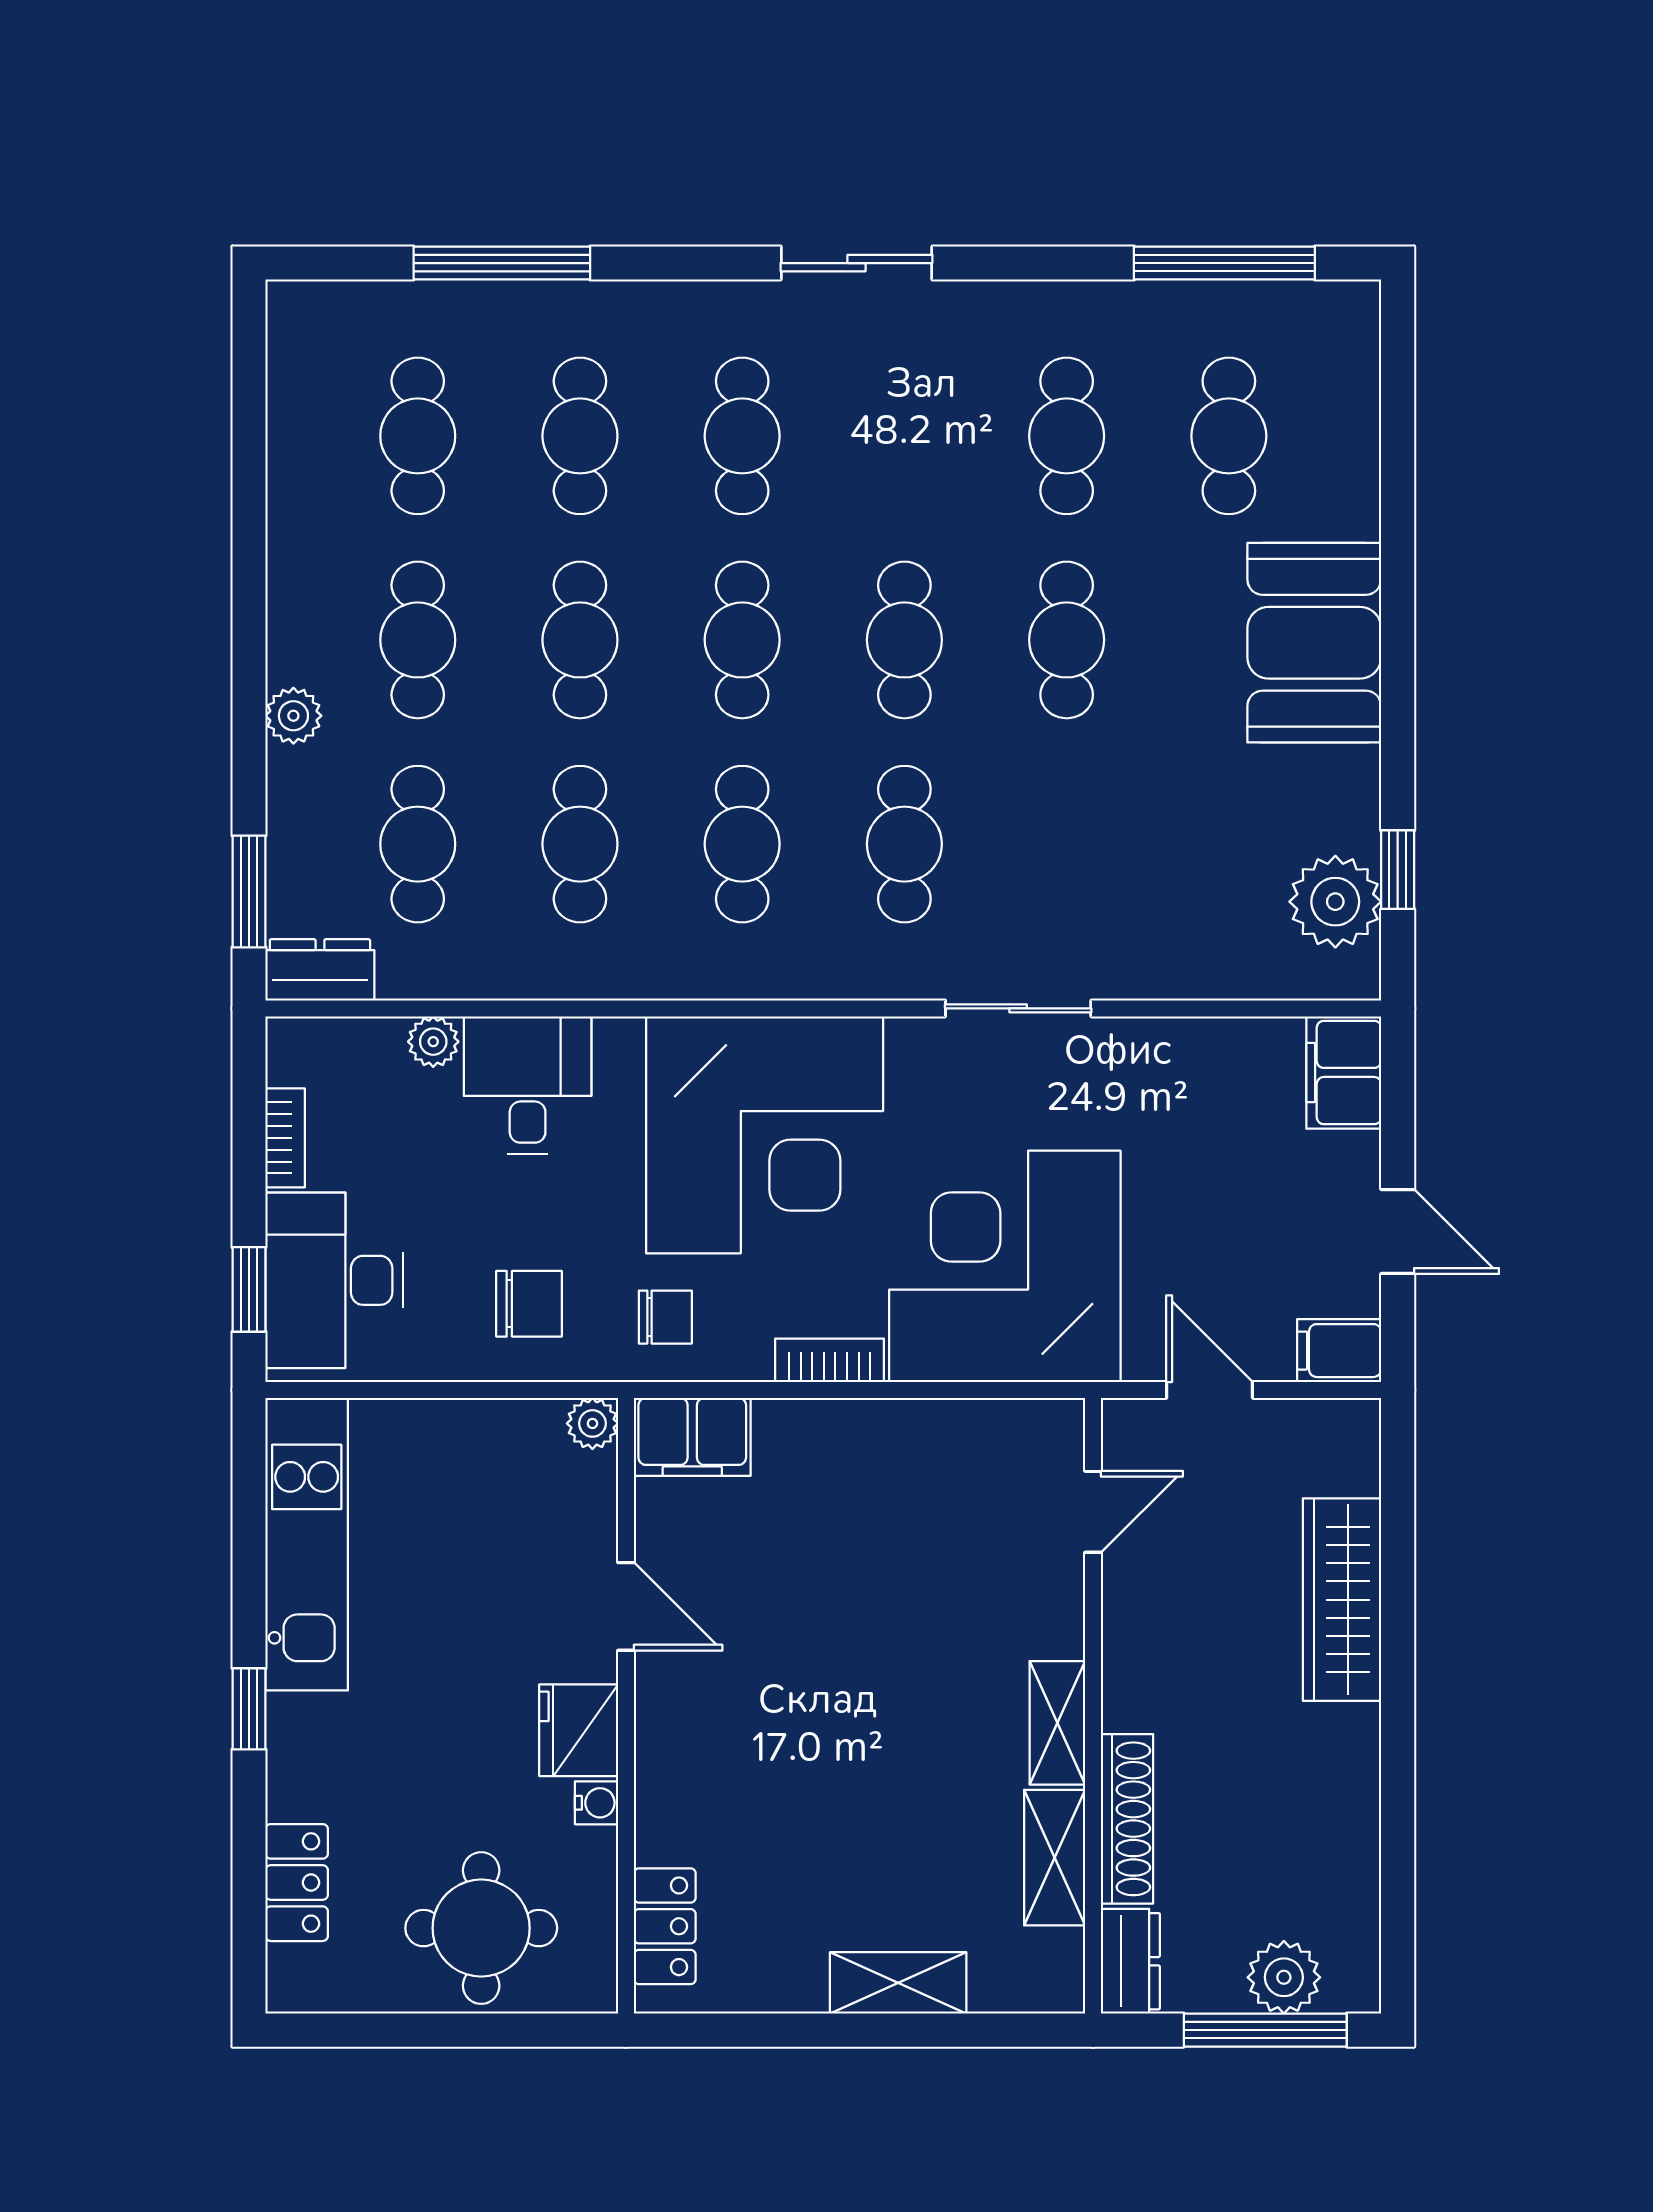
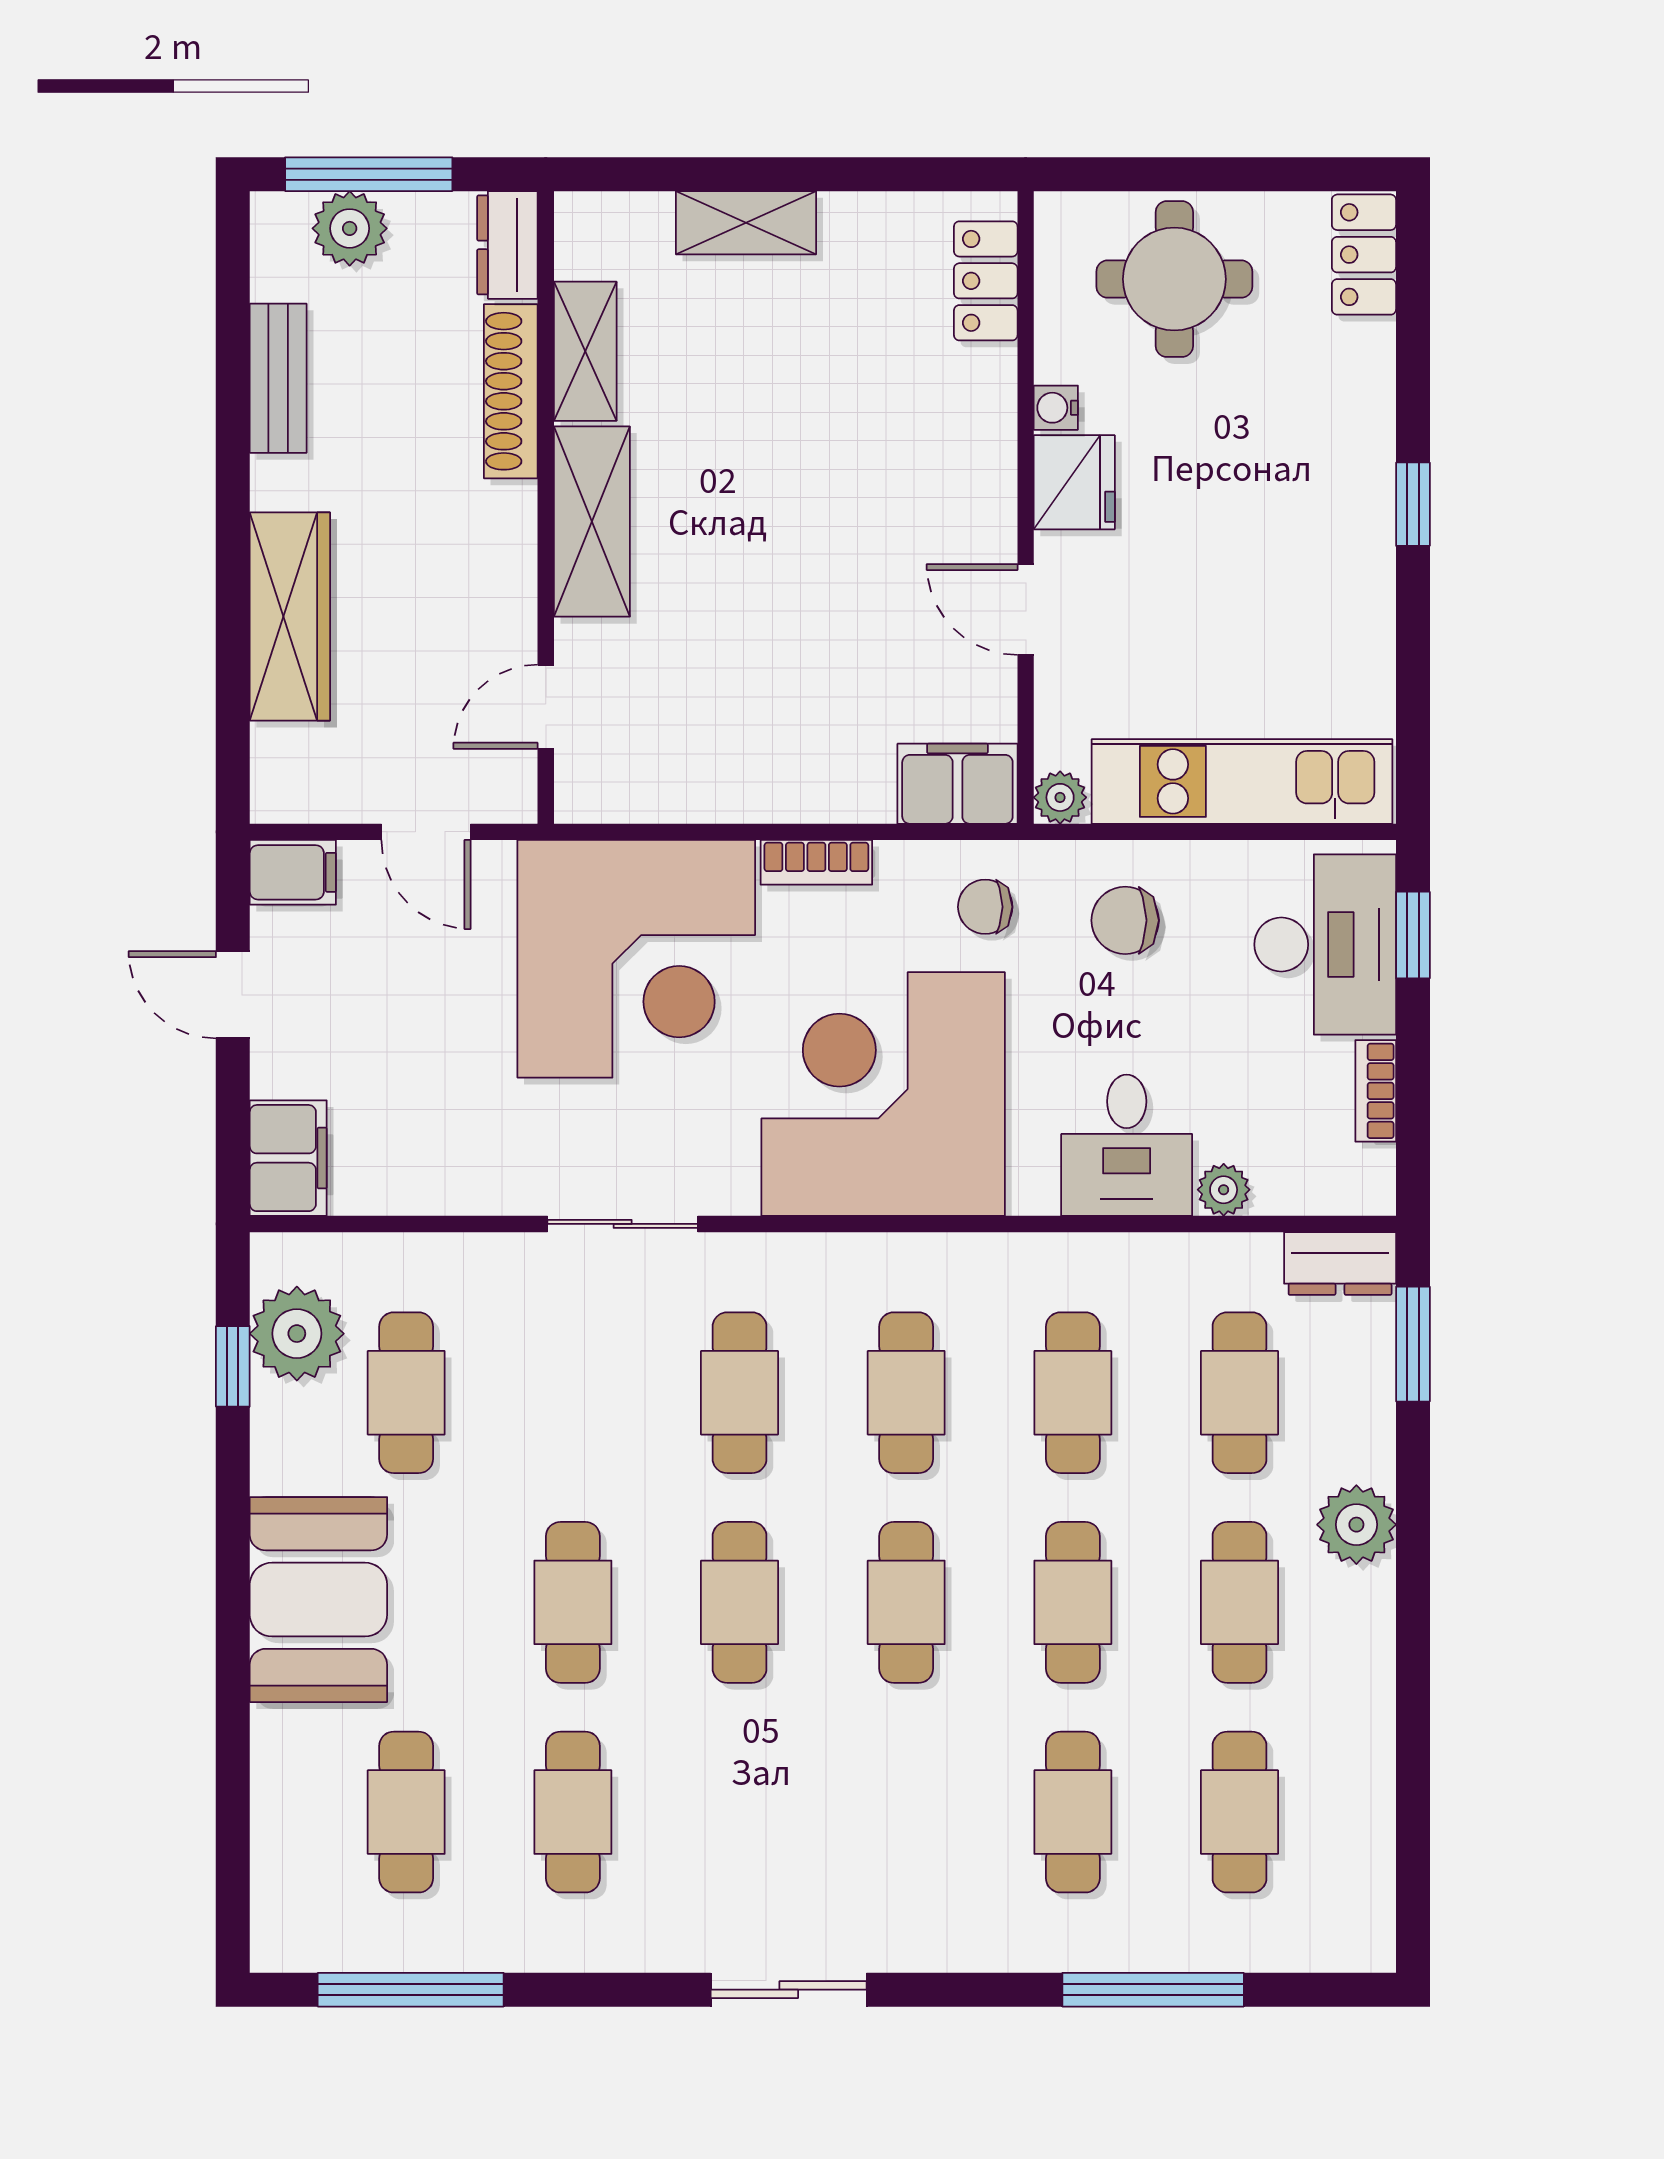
cafe table: (742, 436) -> (406, 1393), moved
plant: (293, 716) -> (1356, 1525), width x1.38, depth x1.38
kitchen unit: (307, 1544) -> (1242, 781), moved, turned 90
shelving: (1057, 1723) -> (592, 522), width x1.50, depth x1.33
bench: (1353, 1831) -> (278, 378), added
locker: (297, 1883) -> (1364, 255), moved

